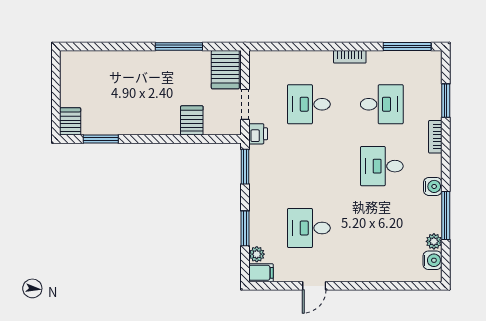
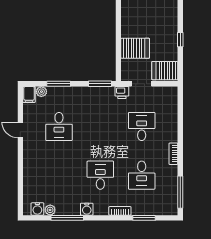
window: (179, 46) -> (180, 40), width x0.46
server rack: (192, 120) -> (135, 48), width x1.36, depth x1.44
desk: (309, 228) -> (59, 126), turned 180

